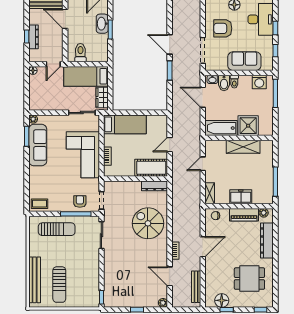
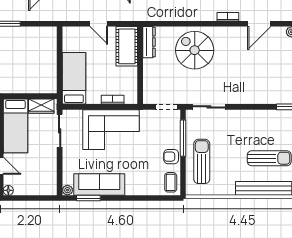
armchair: (80, 201) -> (171, 157), moved
spiral stairs: (148, 223) -> (195, 50), turned 90

